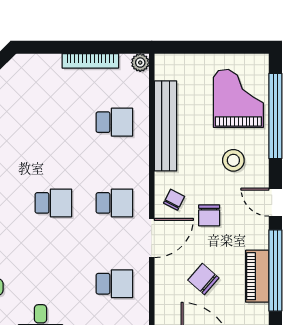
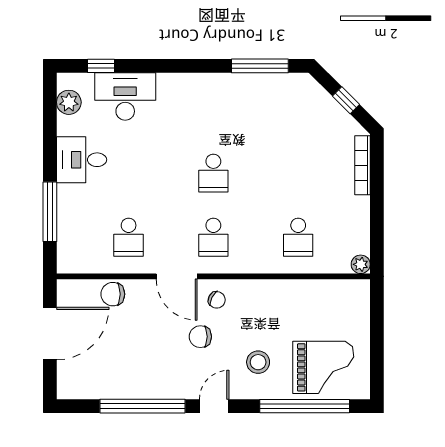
bookcase: (90, 61) -> (362, 165), moved
bench: (166, 126) -> (294, 291), removed
piano: (257, 276) -> (136, 387), removed
chair: (203, 279) -> (113, 294), moved, turned -131

